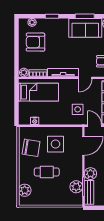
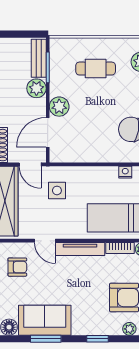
door: (85, 78) -> (45, 241), swing flipped
side table: (56, 144) -> (92, 135), removed
cafe table: (47, 172) -> (96, 69), moved
plant: (76, 187) -> (59, 107), moved

